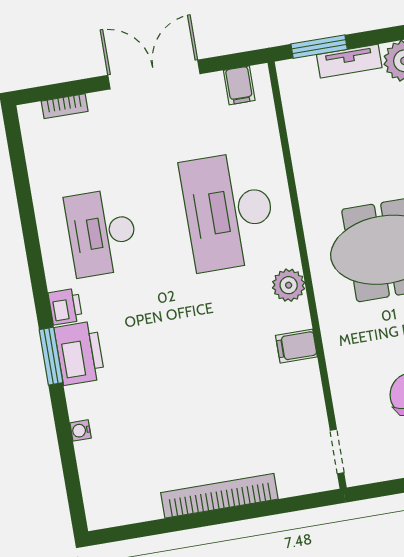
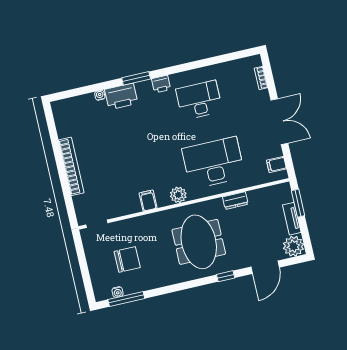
dresser: (307, 172) -> (235, 201), added
printer: (79, 353) -> (121, 96), moved

